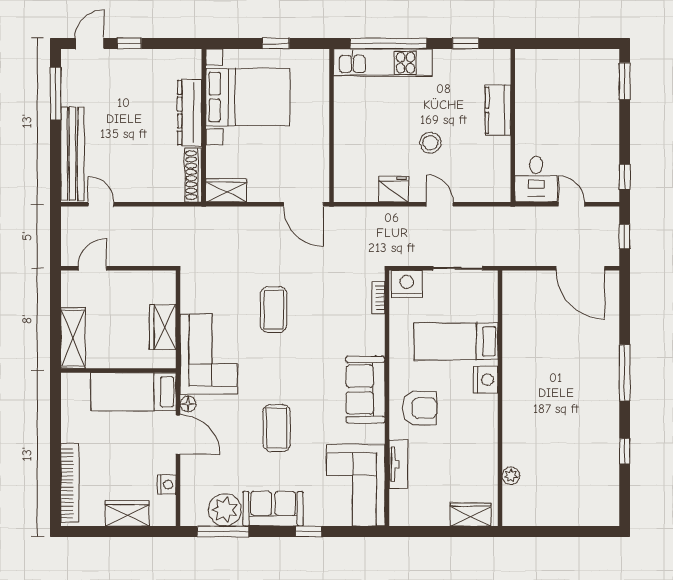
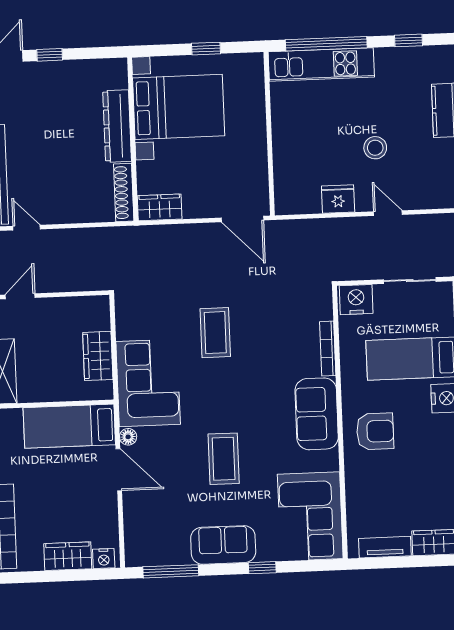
bookcase: (378, 298) -> (328, 349), moved, width x1.56
tv unit: (398, 464) -> (385, 547), moved, turned -90
nightstand: (167, 485) -> (104, 559), moved, turned 90
plant: (225, 510) -> (172, 548), removed

